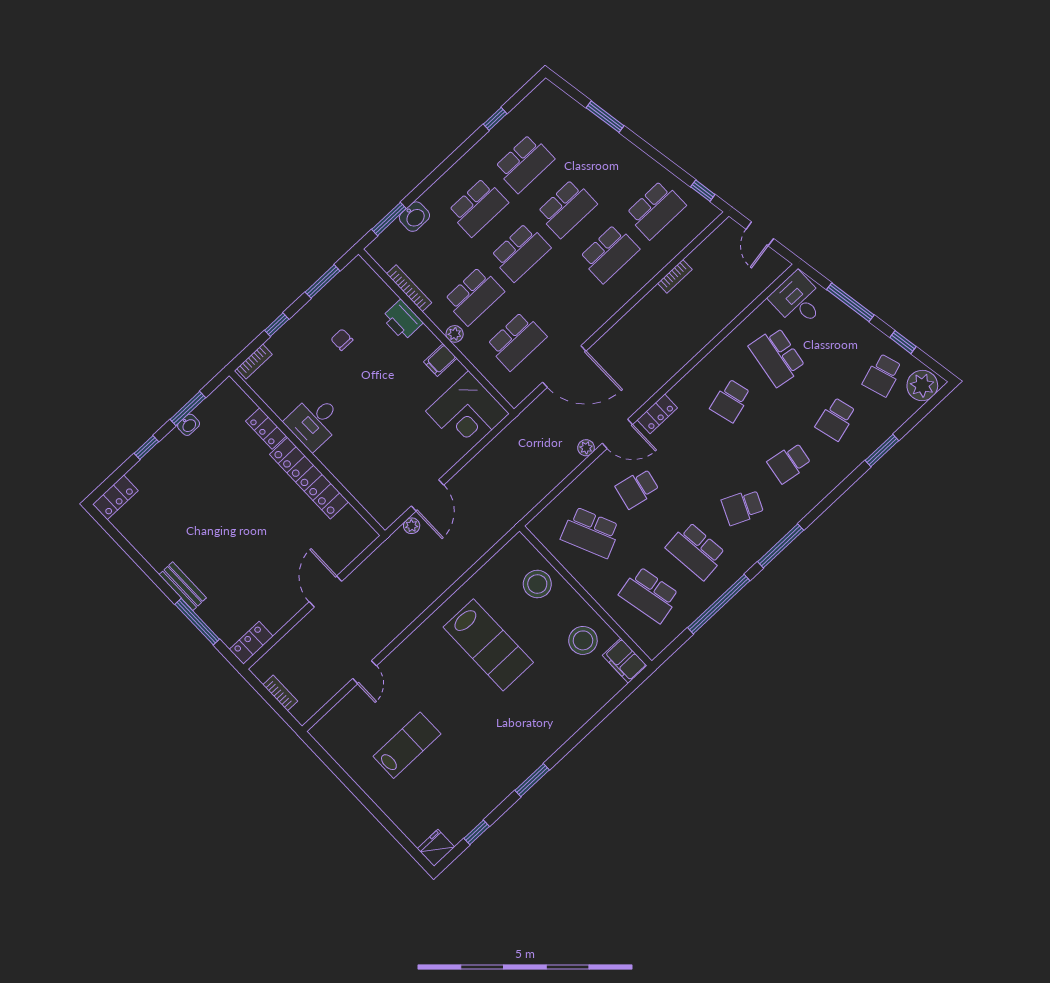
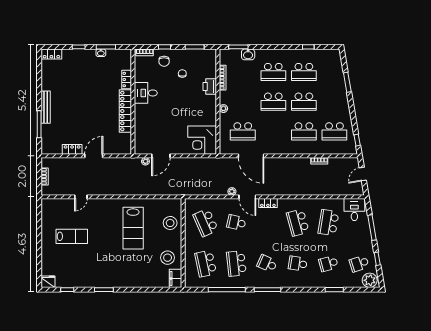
school desk: (474, 296) -> (243, 102), removed
chair: (297, 347) -> (164, 61), added
filing cabinet: (440, 360) -> (210, 113), removed
school desk: (731, 401) -> (298, 223), width x1.85
bench: (183, 586) -> (46, 107), width x1.36
locker: (251, 643) -> (72, 149), moved

